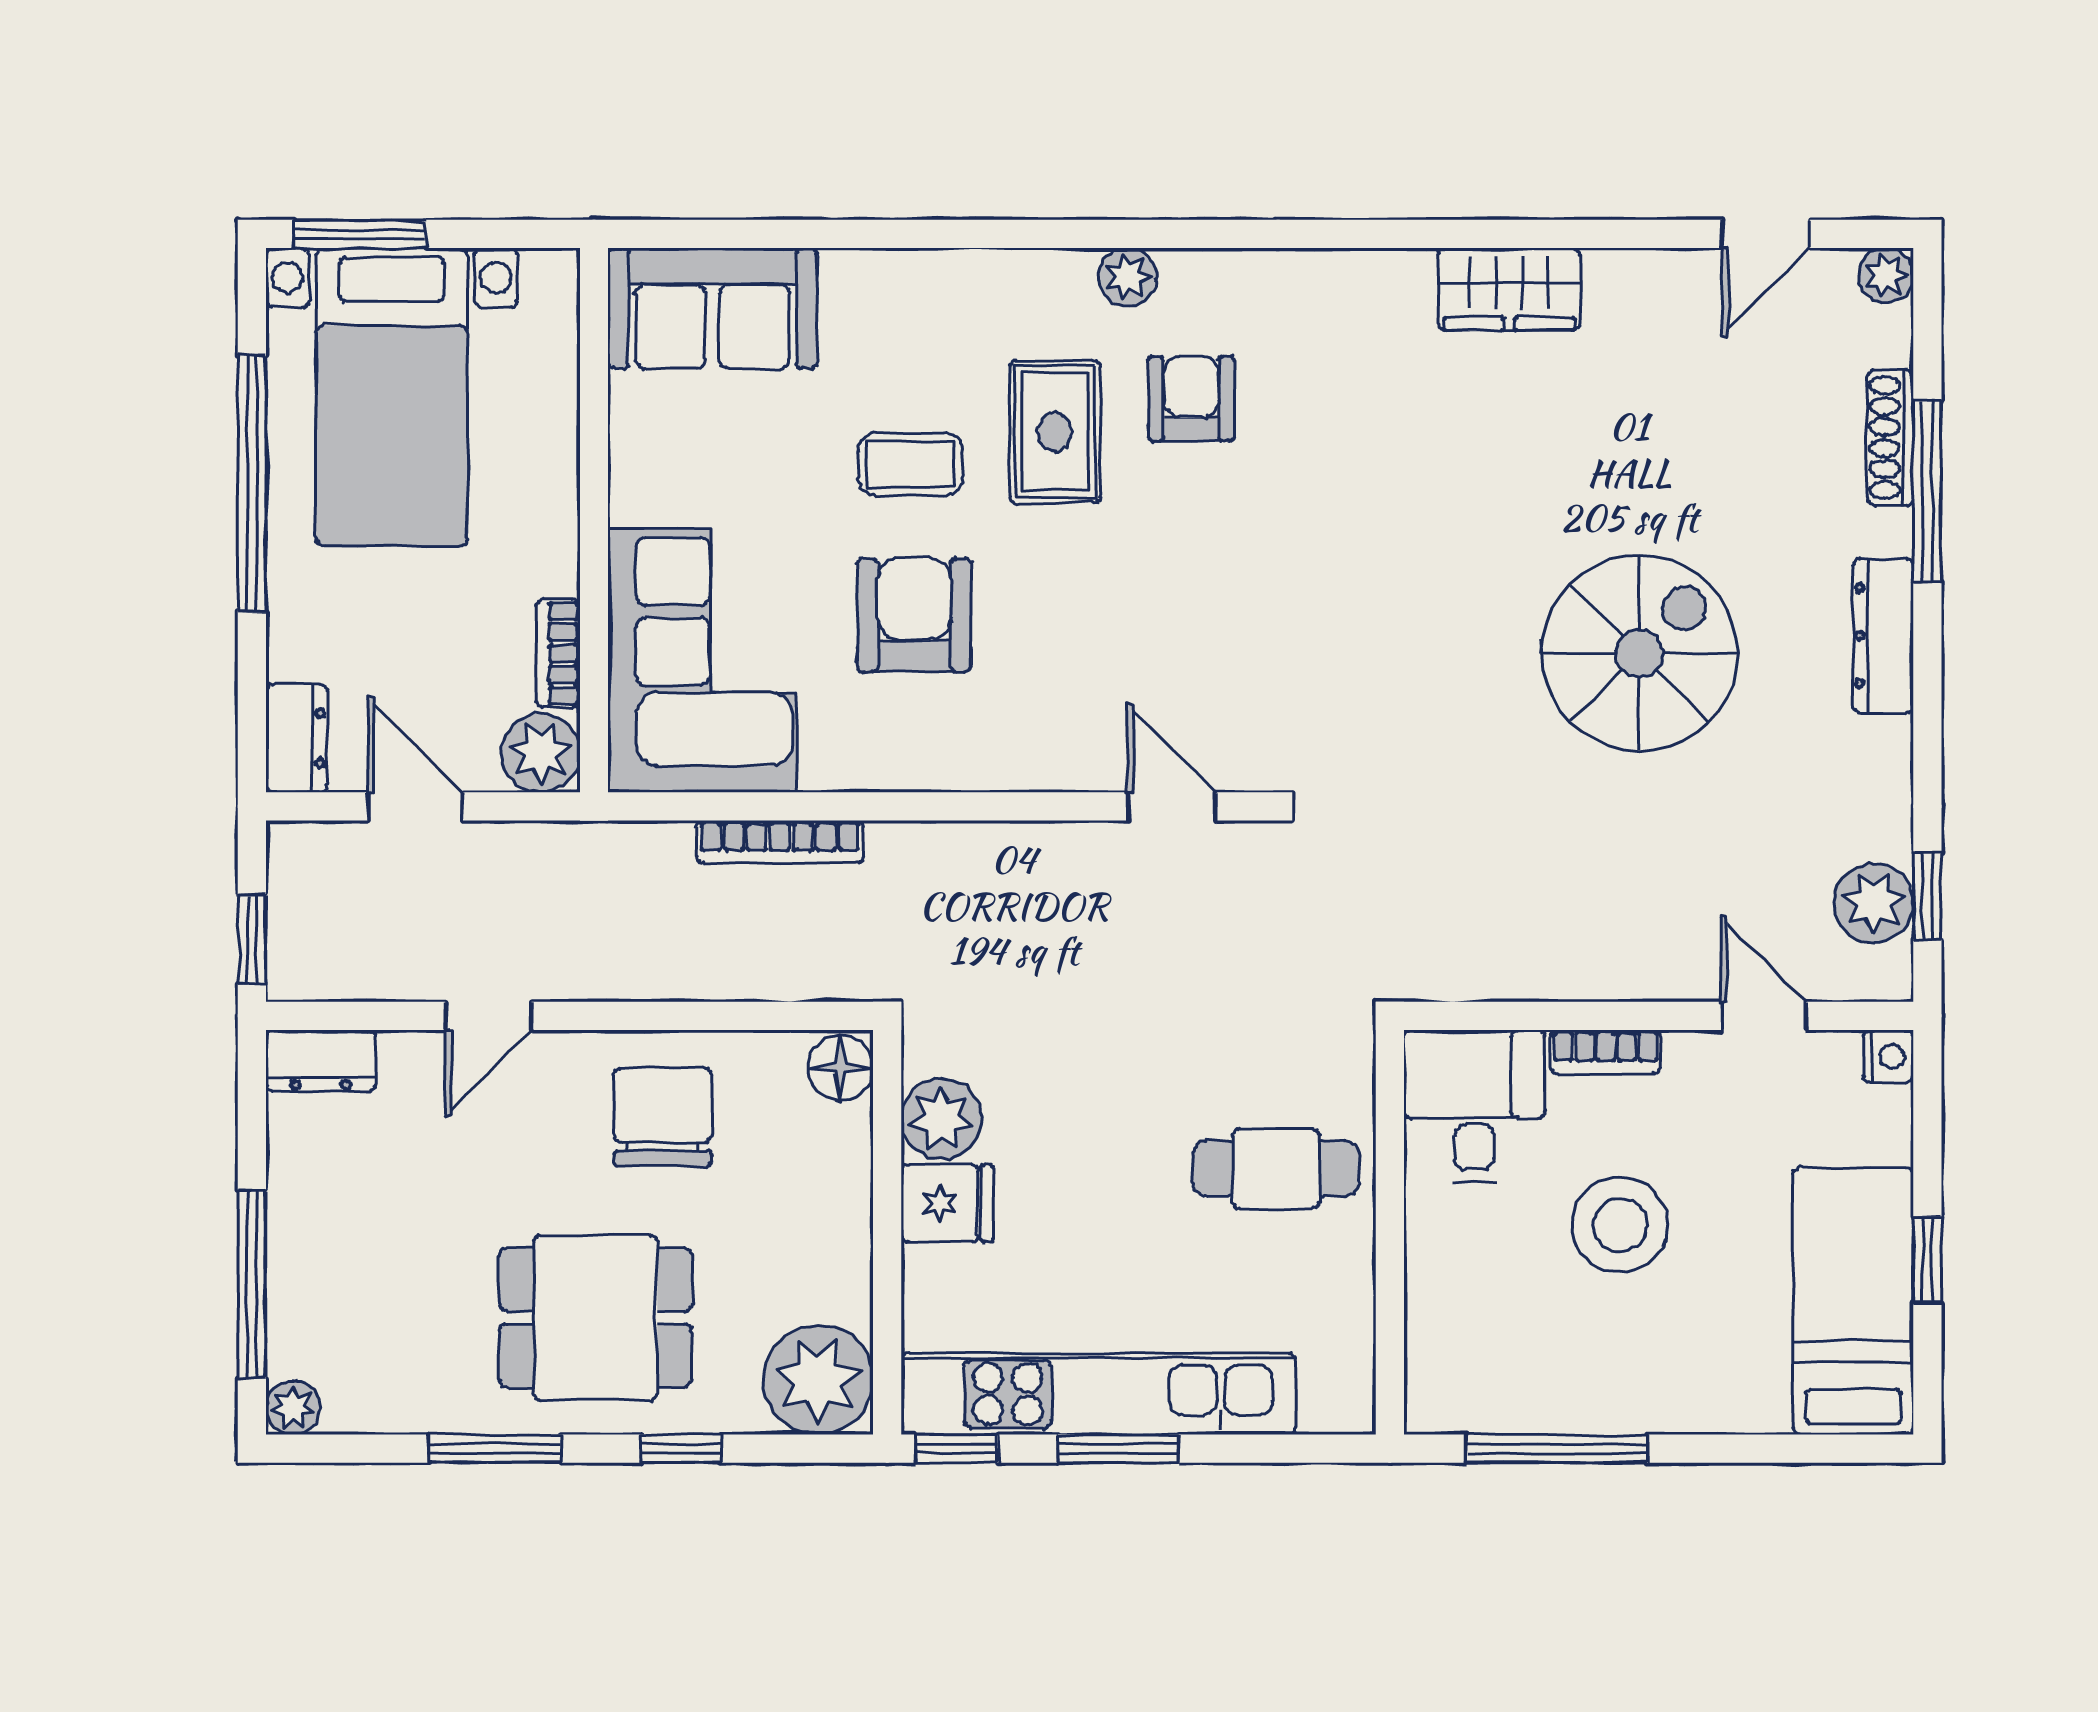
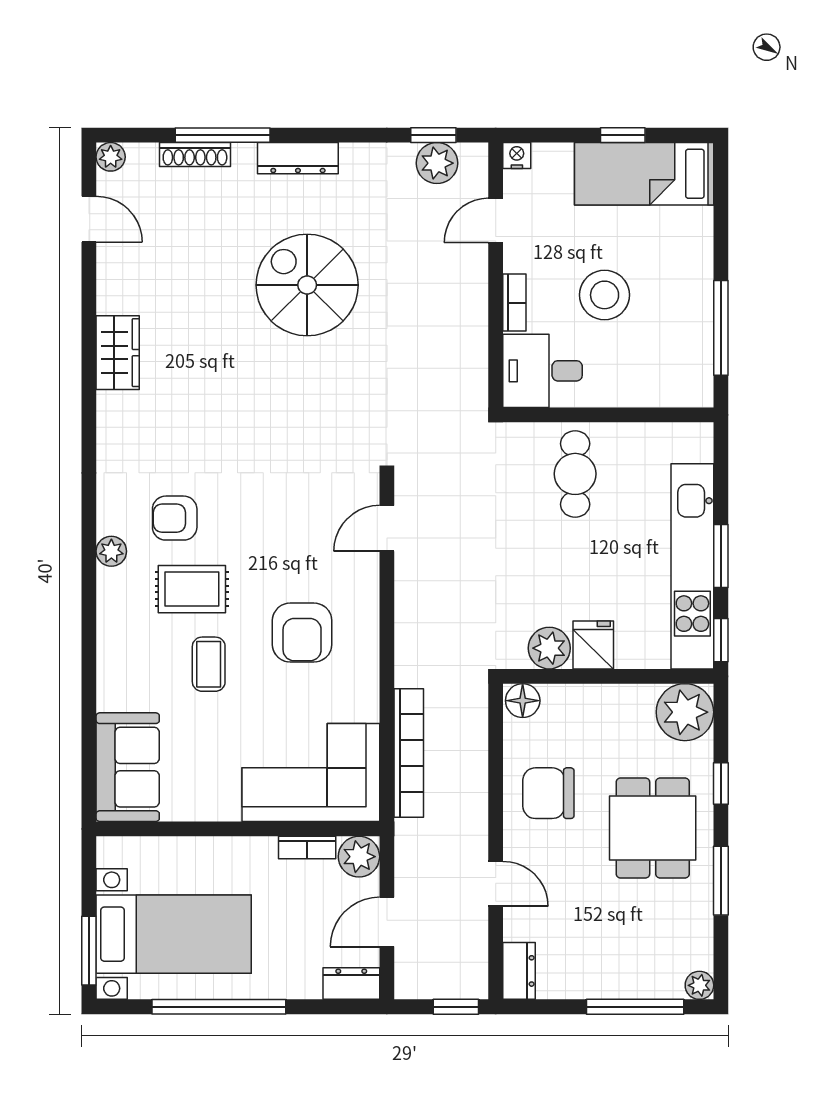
armchair: (914, 615) -> (302, 633), moved, turned -90
bookcase: (780, 842) -> (409, 753), width x1.48, depth x1.31

